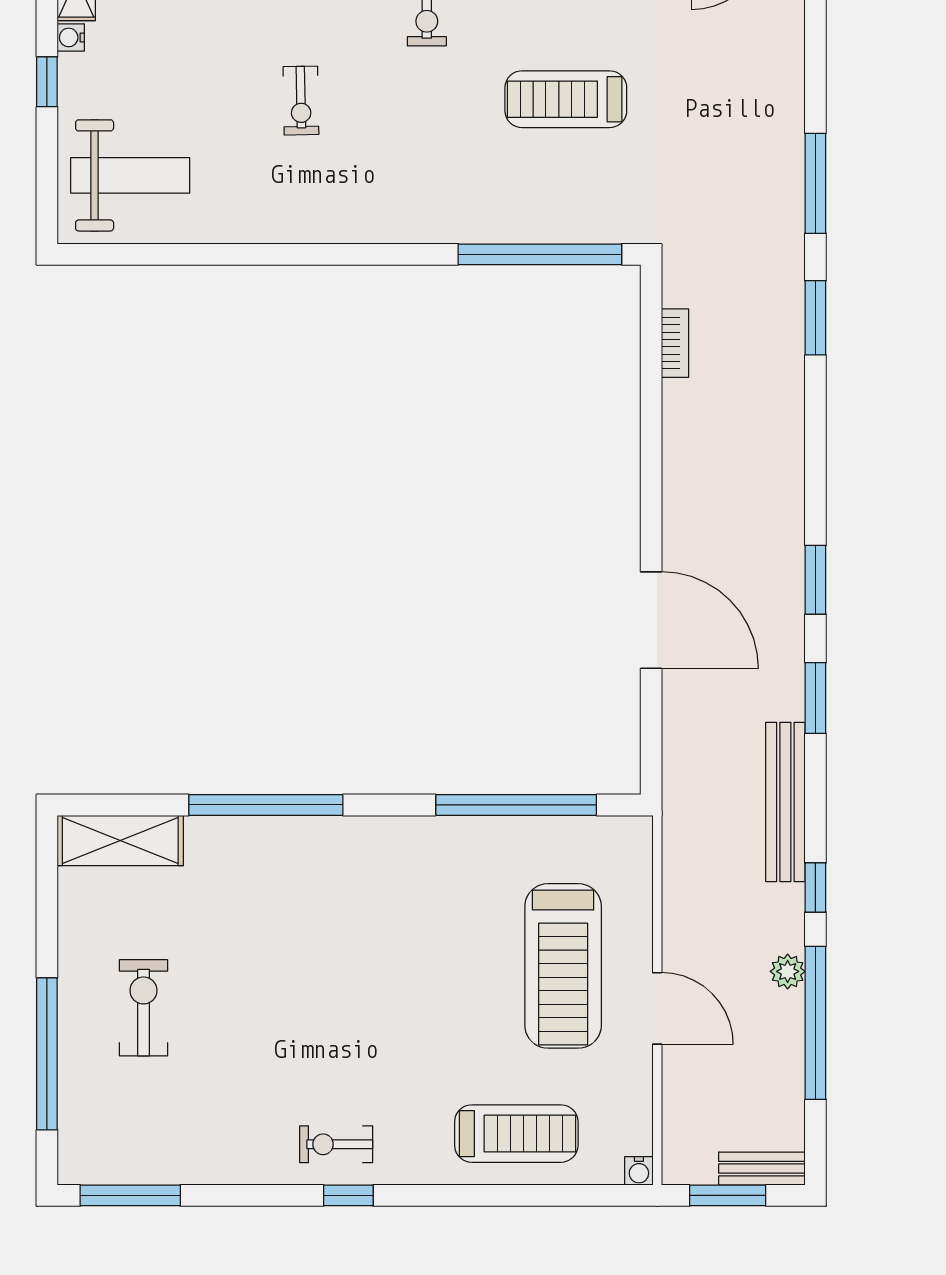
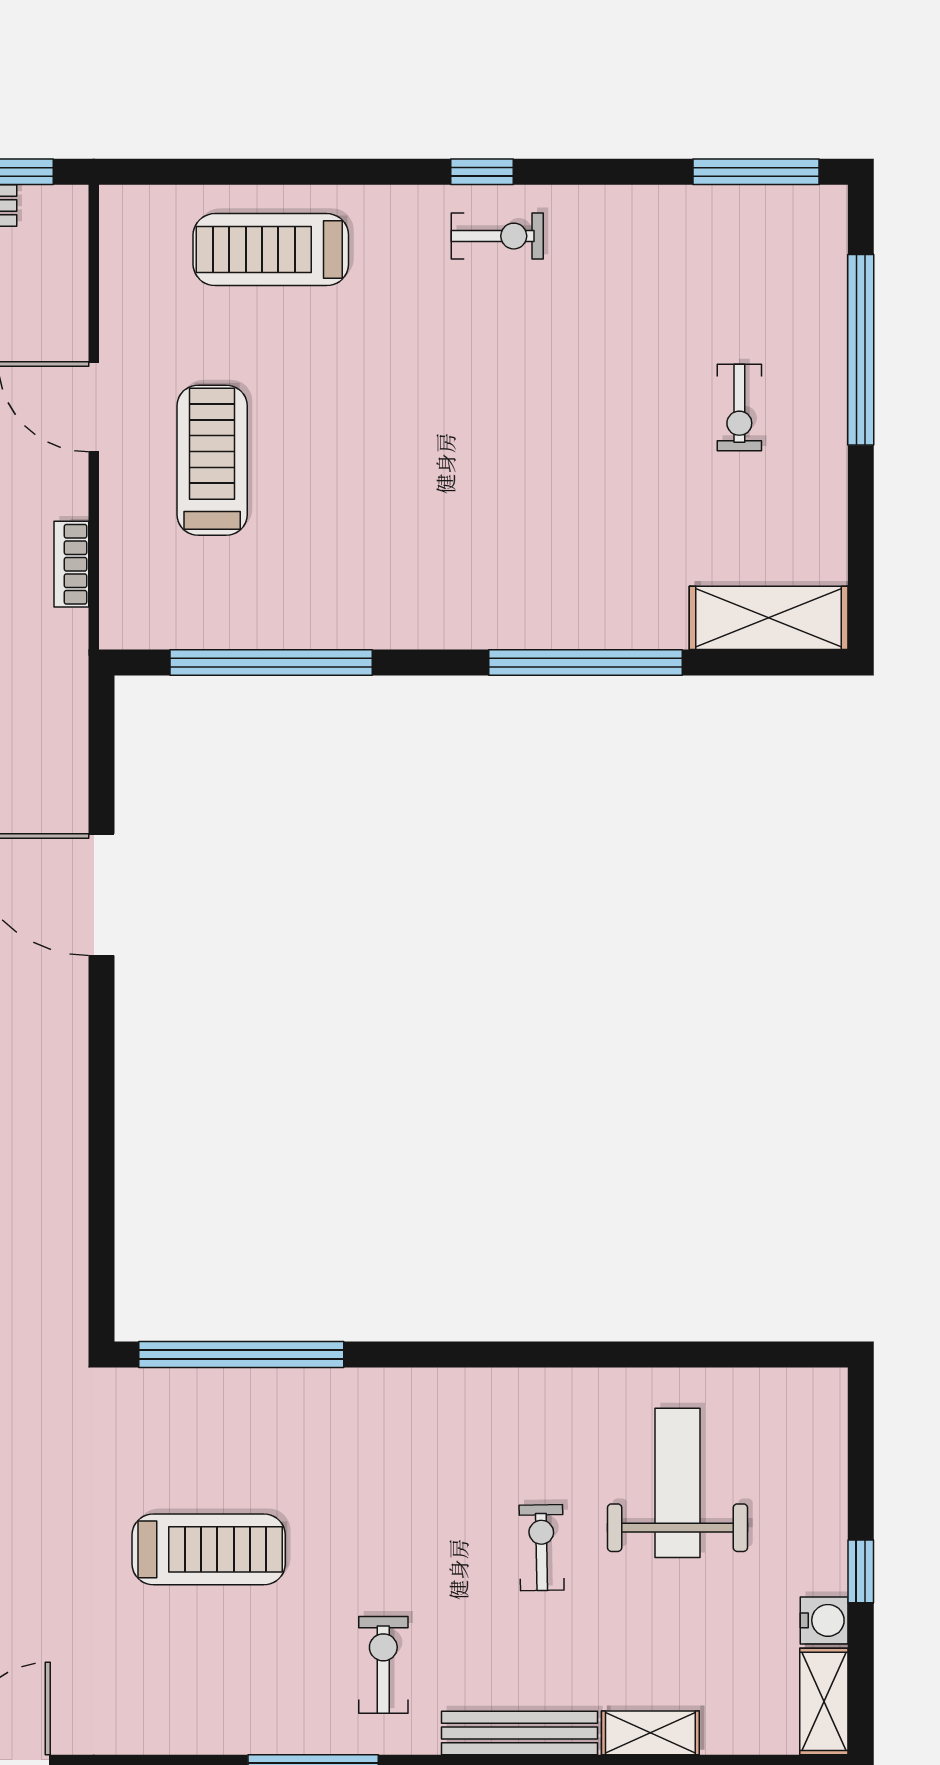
water cooler: (71, 37) -> (824, 1620), width x1.38, depth x1.38
weight bench: (130, 175) -> (677, 1483), moved, turned 90
bookcase: (675, 343) -> (71, 564), moved
treadmill: (563, 966) -> (212, 460), width x0.73, depth x0.73
exercise bike: (144, 1008) -> (739, 408), width x0.73, depth x0.72
water cooler: (639, 1171) -> (117, 203), removed

